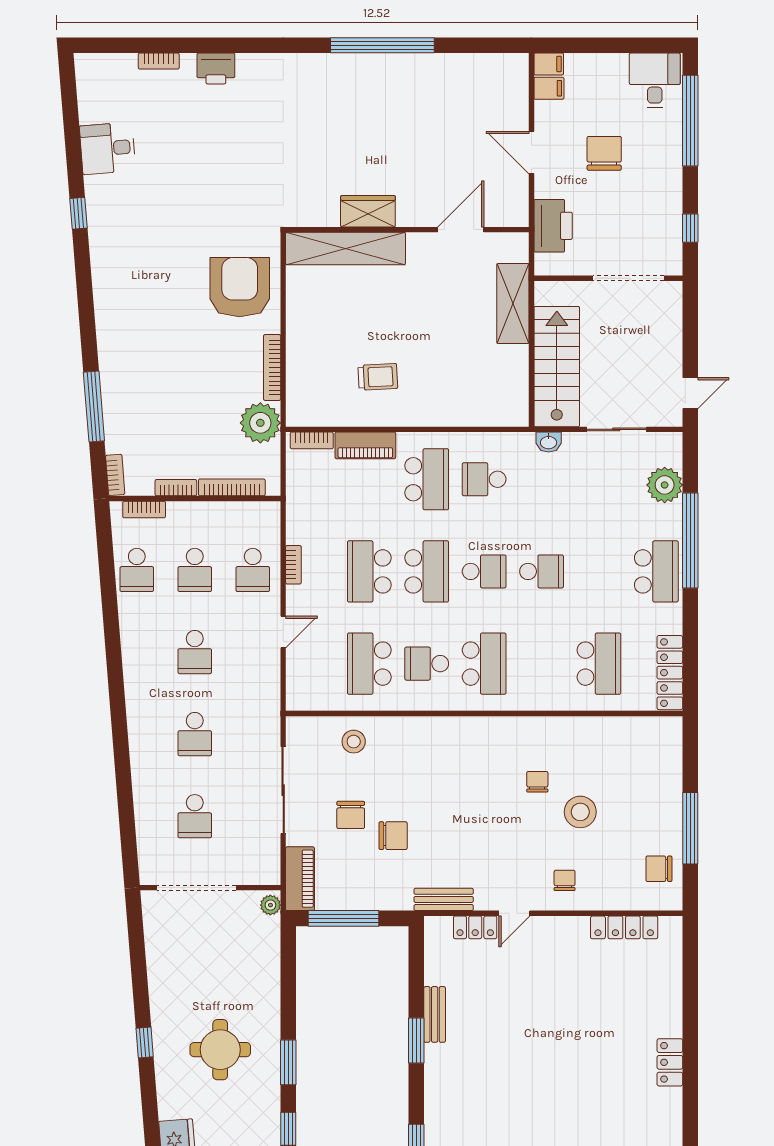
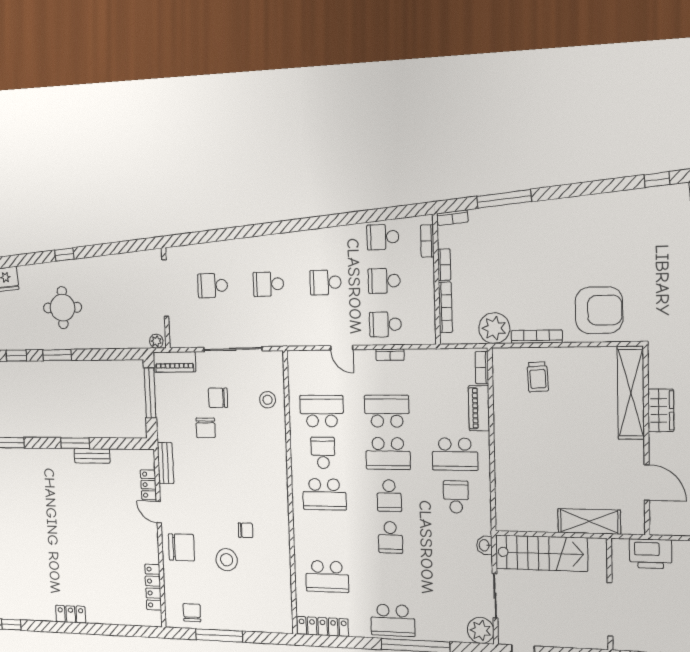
trolley: (378, 377) -> (538, 377), moved
plant: (665, 485) -> (481, 630), moved
chair: (565, 880) -> (181, 547), width x1.87, depth x1.87

